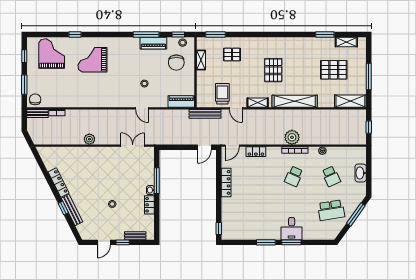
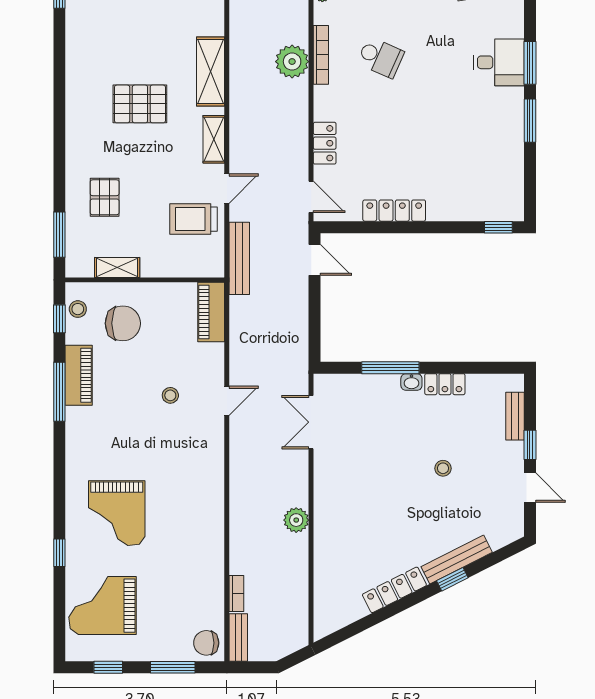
shelving: (295, 101) -> (211, 72), width x0.68

